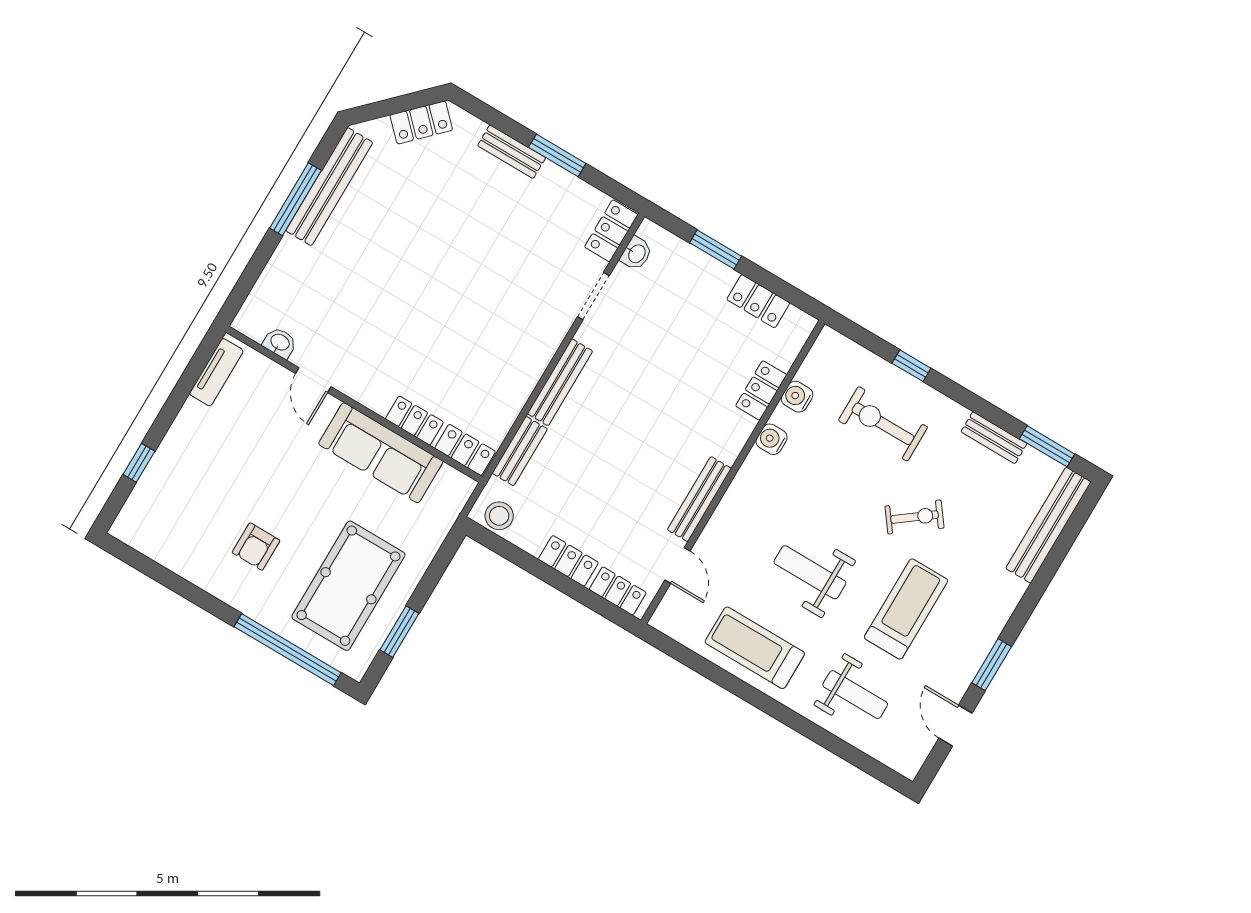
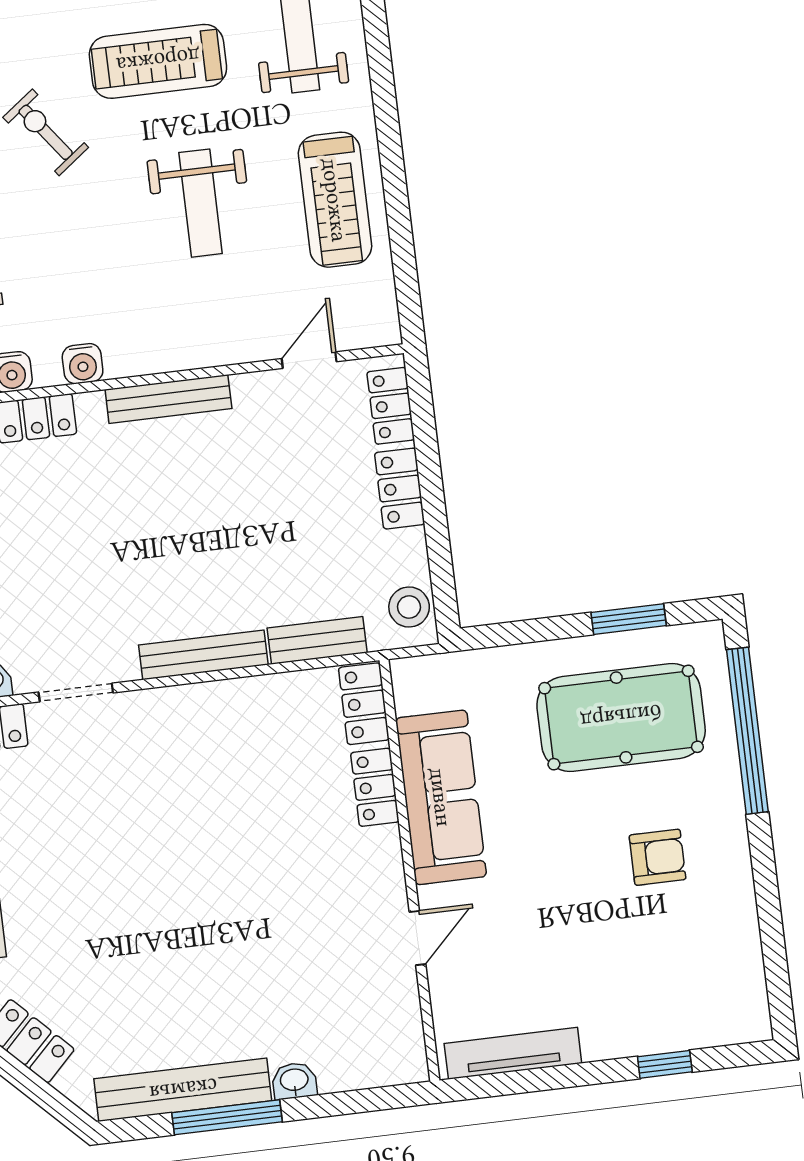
washbasin: (280, 343) -> (294, 1081), moved, turned 90
tv unit: (216, 372) -> (513, 1053), width x1.41
bench: (699, 499) -> (168, 399), moved

